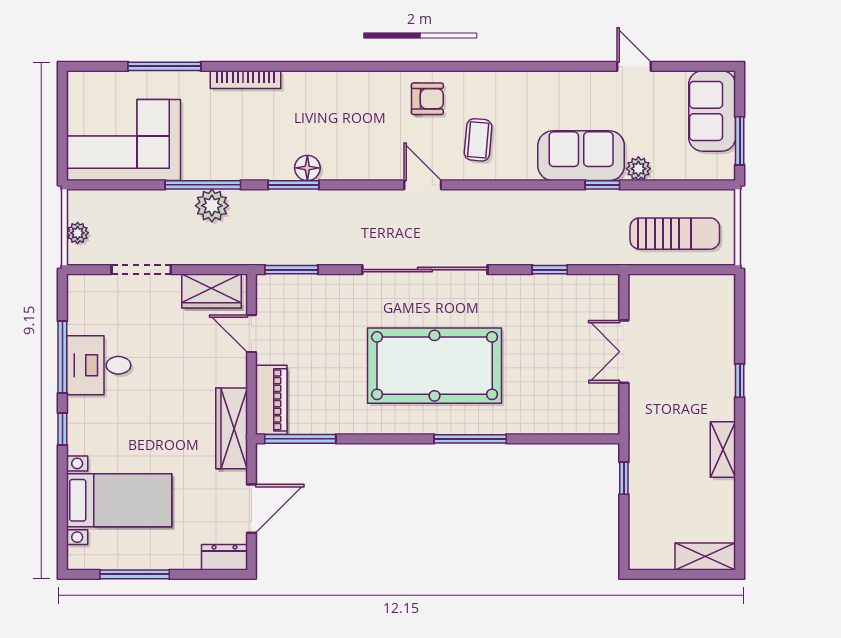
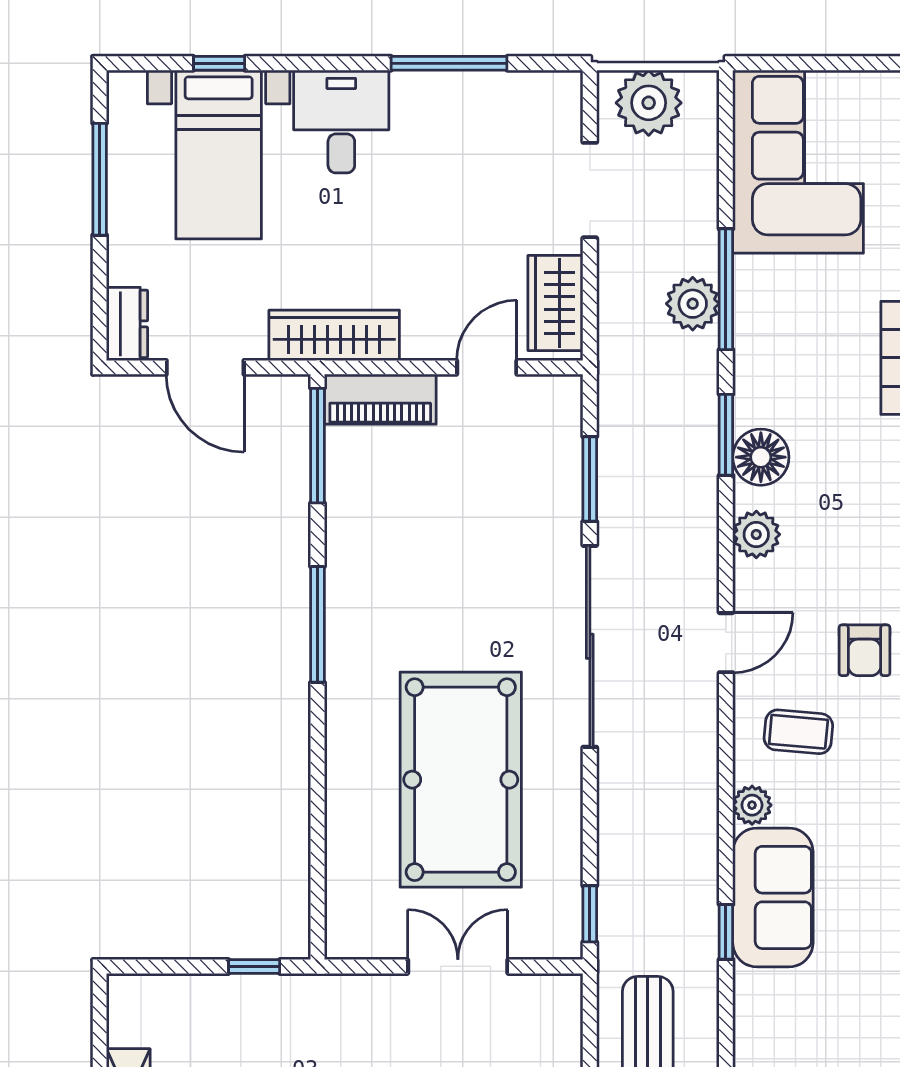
plant: (355, 166) -> (756, 534), added
floor lamp: (307, 168) -> (761, 457), width x1.38, depth x1.38
plant: (638, 169) -> (752, 805), moved
plant: (78, 233) -> (649, 103), width x1.88, depth x1.88
window: (291, 270) -> (590, 479), moved
window: (550, 270) -> (590, 914), moved
desk: (99, 365) -> (341, 122), moved
pool table: (435, 366) -> (461, 780), moved
window: (62, 429) -> (219, 63), moved
window: (470, 439) -> (317, 624), moved

